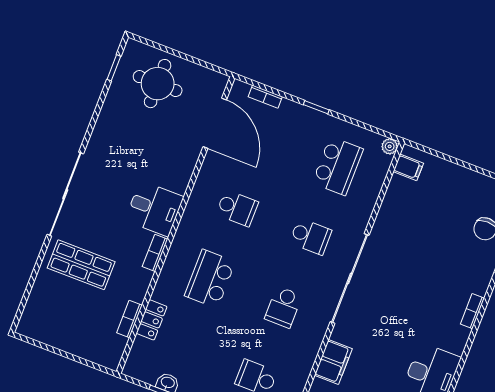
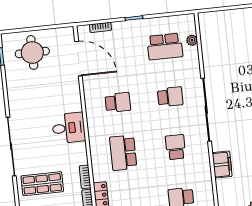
plant: (390, 146) -> (192, 40), moved
school desk: (338, 166) -> (165, 46), turned 90
filing cabinet: (408, 167) -> (207, 26), removed
bookcase: (155, 253) -> (85, 177), moved
school desk: (283, 307) -> (176, 147), turned 180

